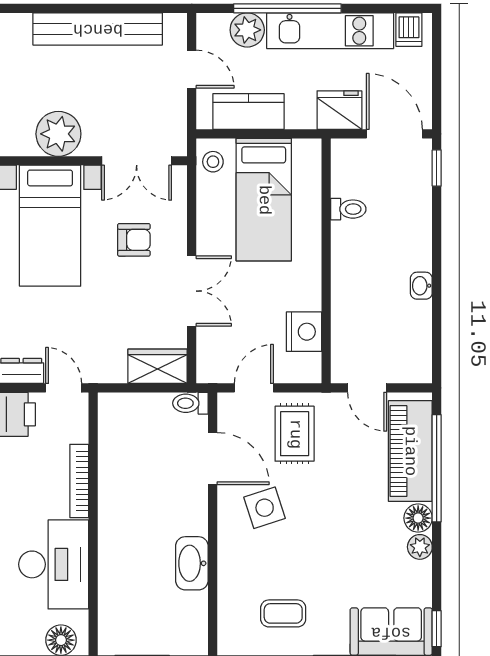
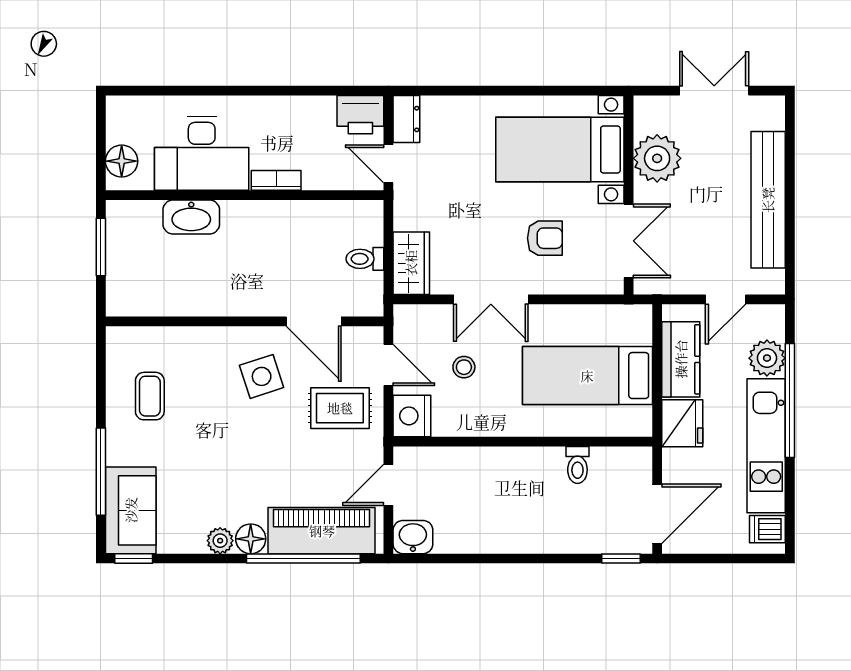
fridge: (339, 110) -> (682, 423), moved
double door: (137, 161) -> (629, 241), swing flipped
stool: (213, 162) -> (464, 367), moved
armchair: (134, 240) -> (545, 238), turned -90
washbasin: (421, 286) -> (413, 537), moved, width x1.38, depth x1.45
nightstand: (304, 332) -> (412, 416), moved, turned 90
door: (64, 388) -> (388, 164), swing flipped
toilet: (190, 403) -> (365, 259), moved, turned -90
door: (213, 459) -> (314, 321), hinge flipped
bookcase: (79, 481) -> (276, 180), width x0.64
washbasin: (192, 563) -> (191, 217), moved, turned 180

